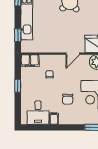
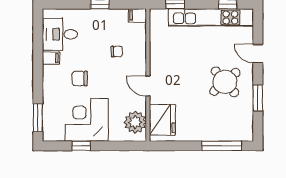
filing cabinet: (30, 61) -> (137, 15), width x0.50

